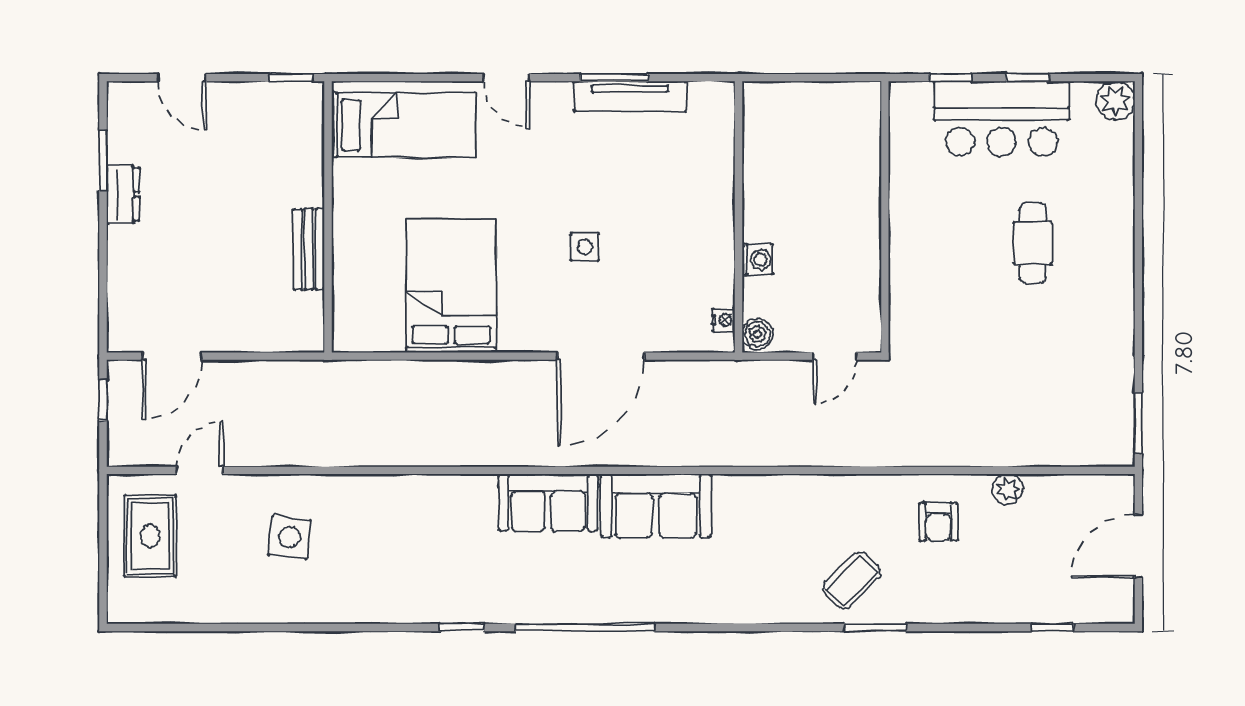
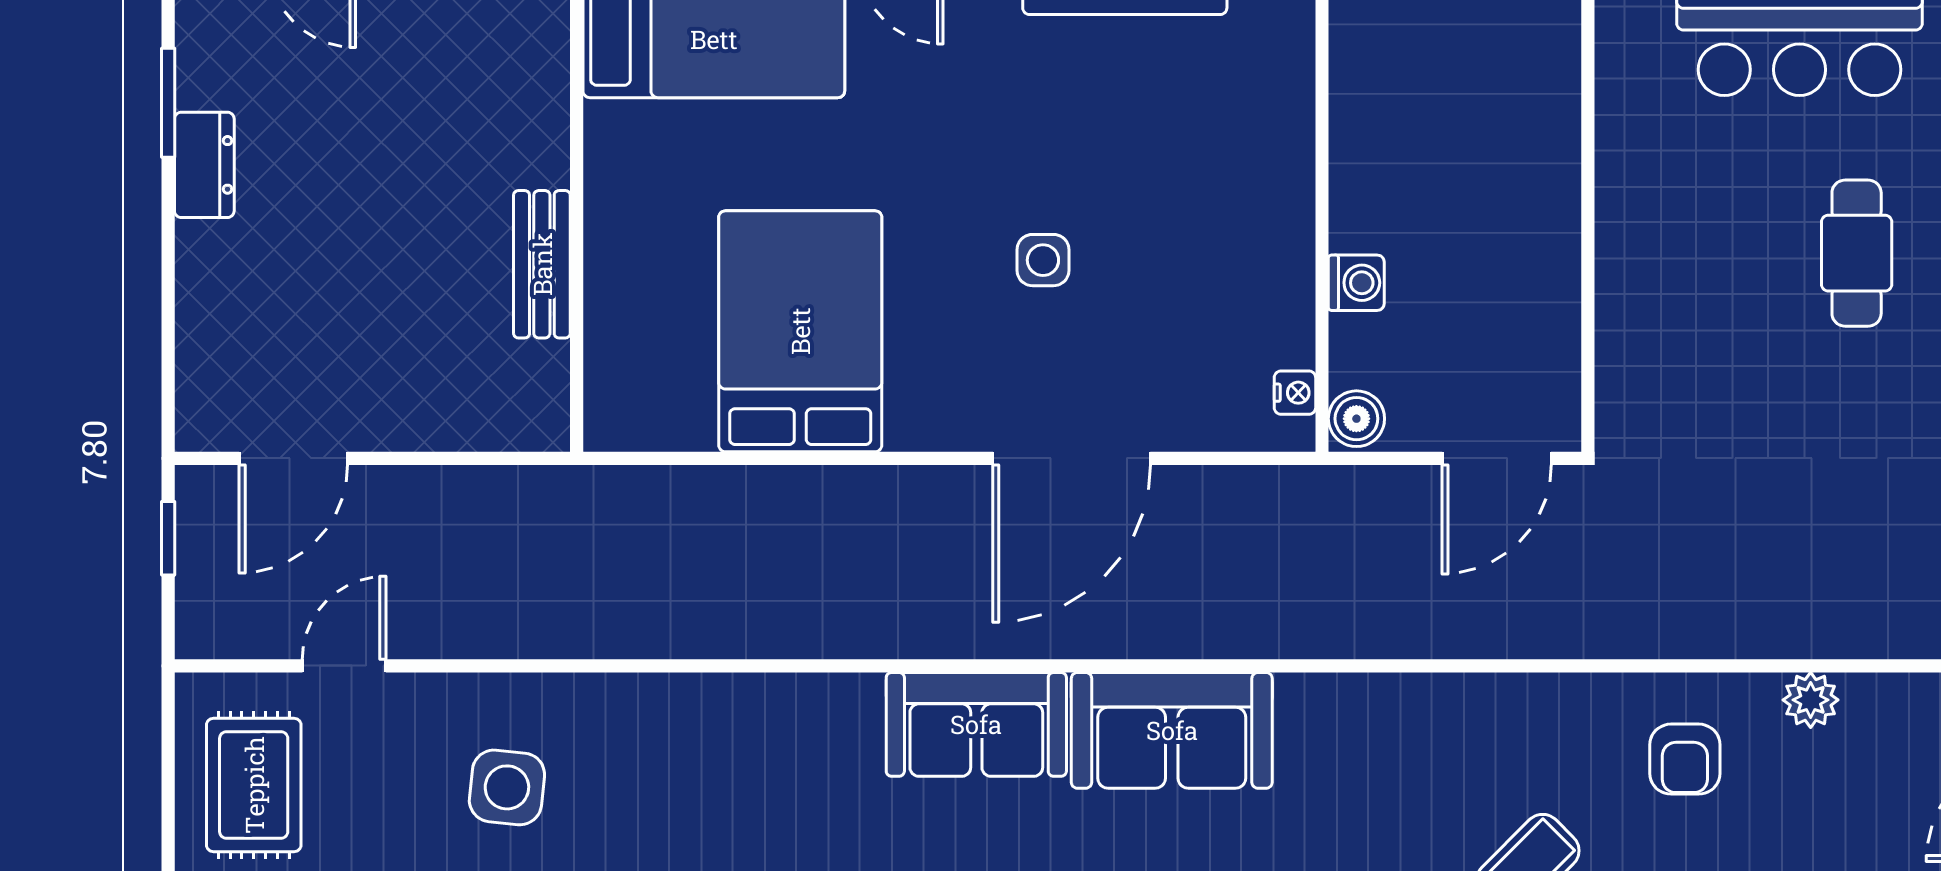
door: (835, 356) -> (1497, 458), width x1.38

